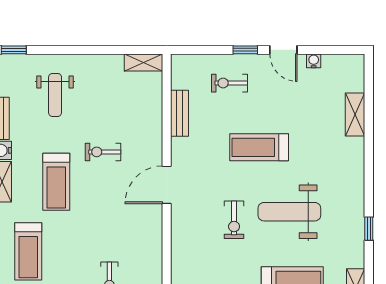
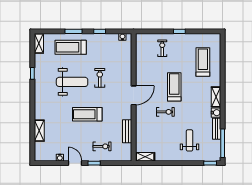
treadmill: (259, 147) -> (87, 114), turned 180
treadmill: (56, 182) -> (174, 87), moved

